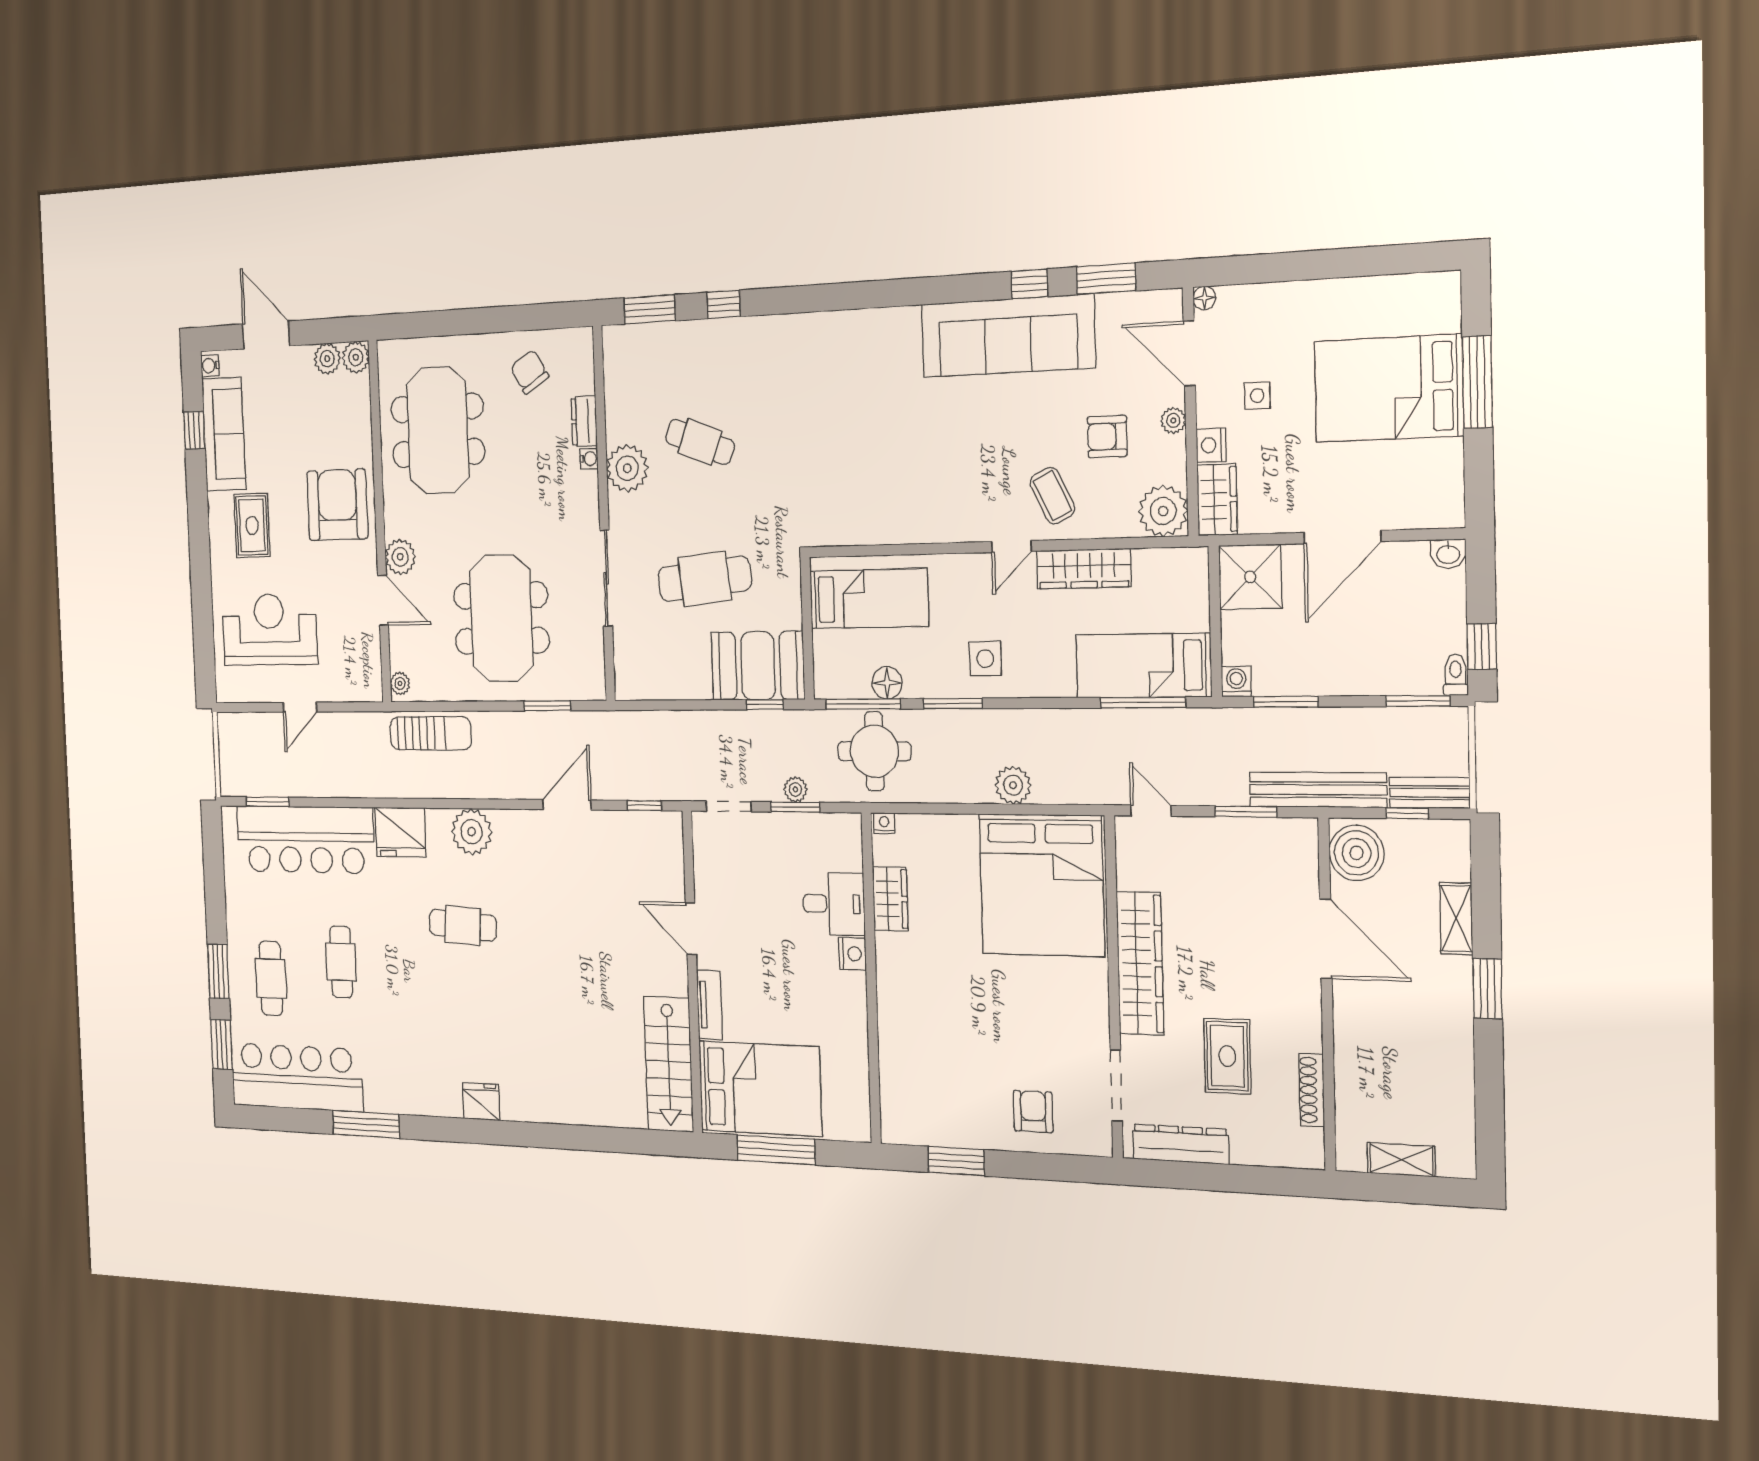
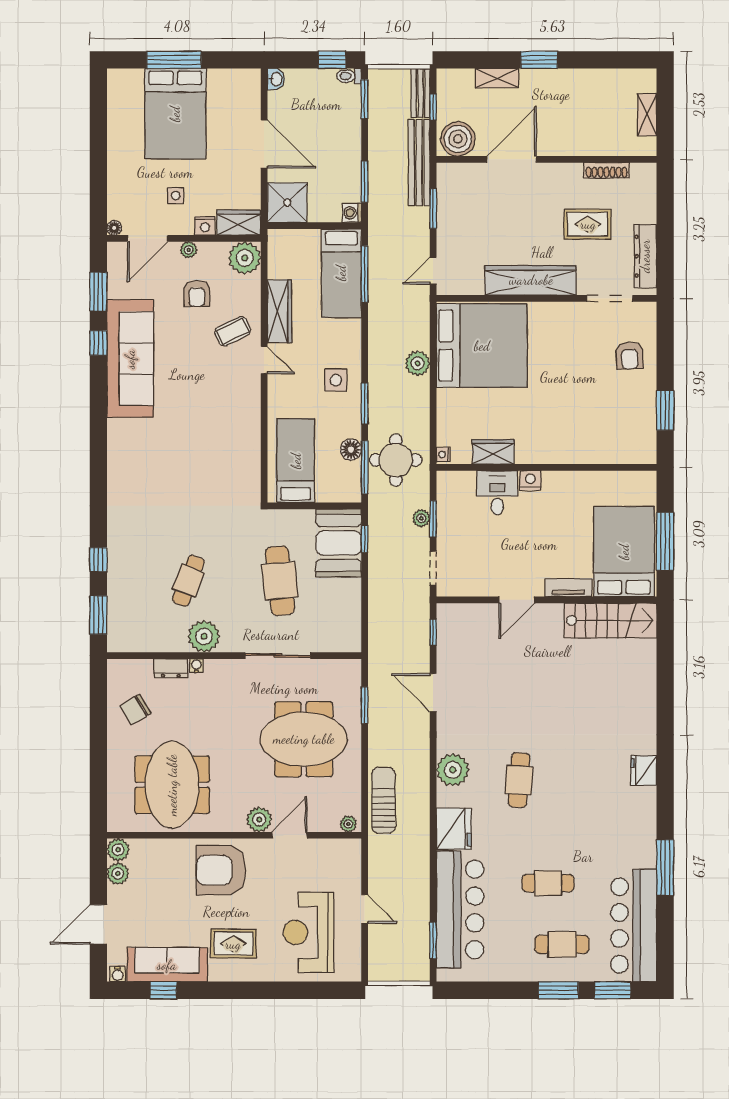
meeting table: (438, 430) -> (172, 785), turned 90
armchair: (1033, 1112) -> (630, 355), turned -93

